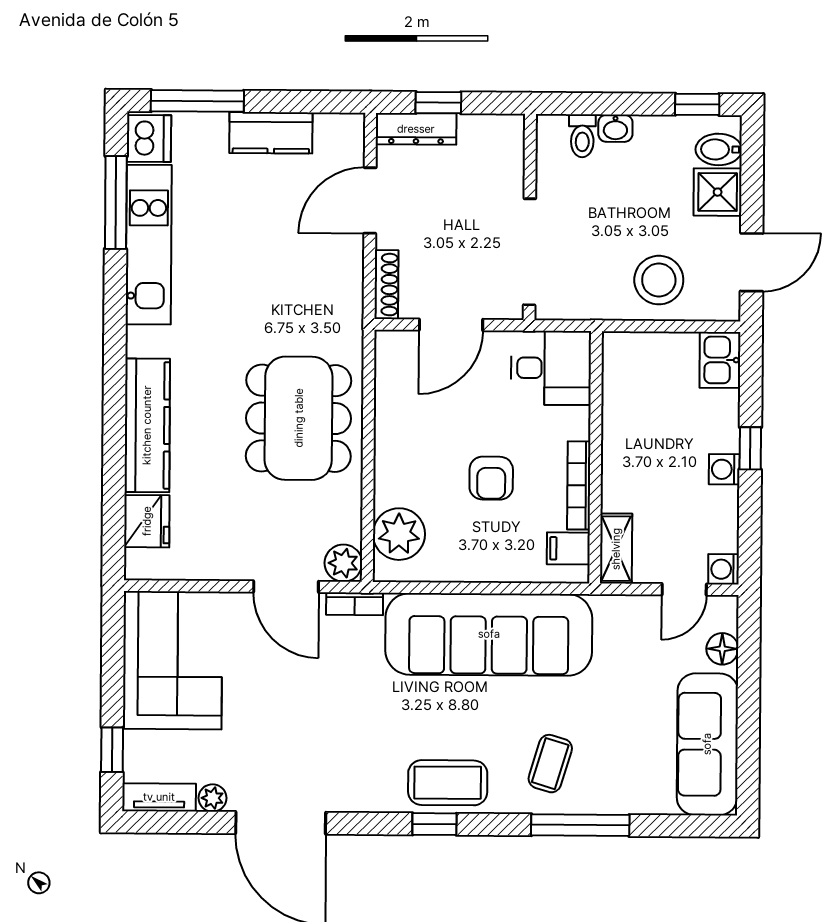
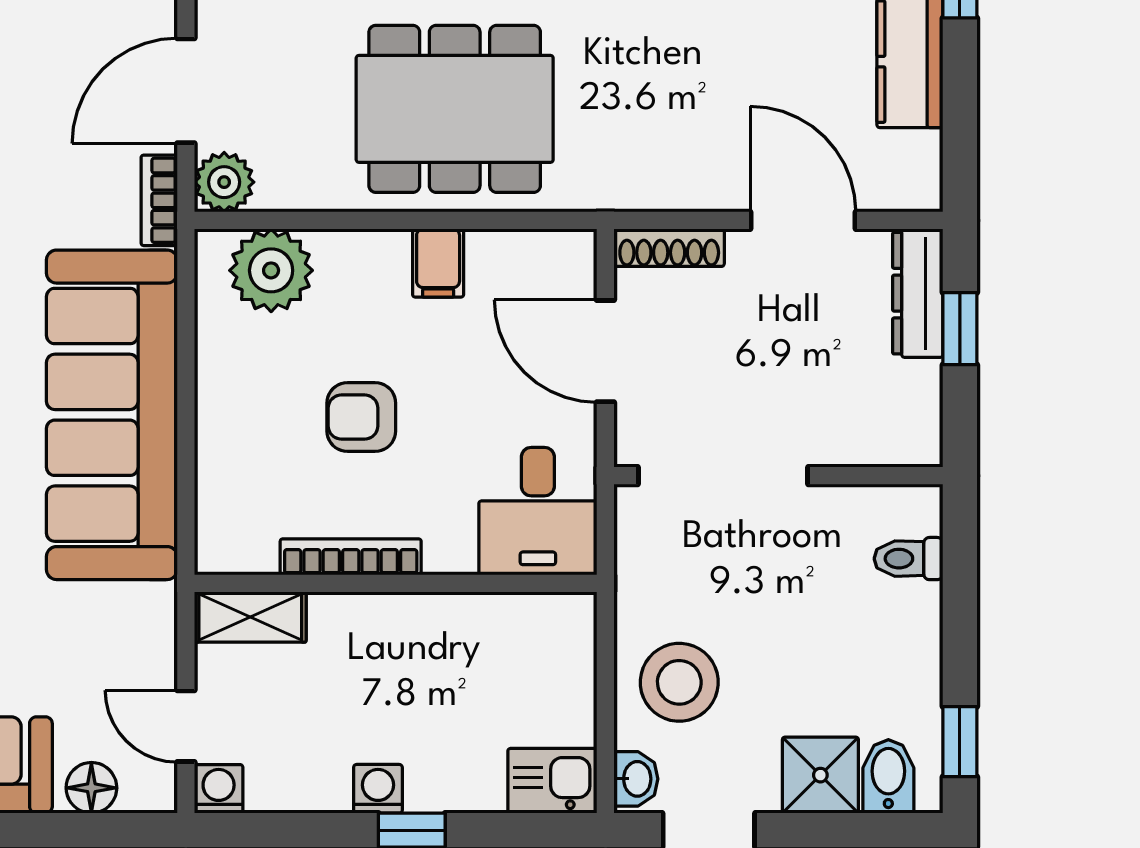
washbasin: (615, 128) -> (636, 779), moved, turned 180
filing cabinet: (568, 548) -> (438, 263), moved, turned 180

